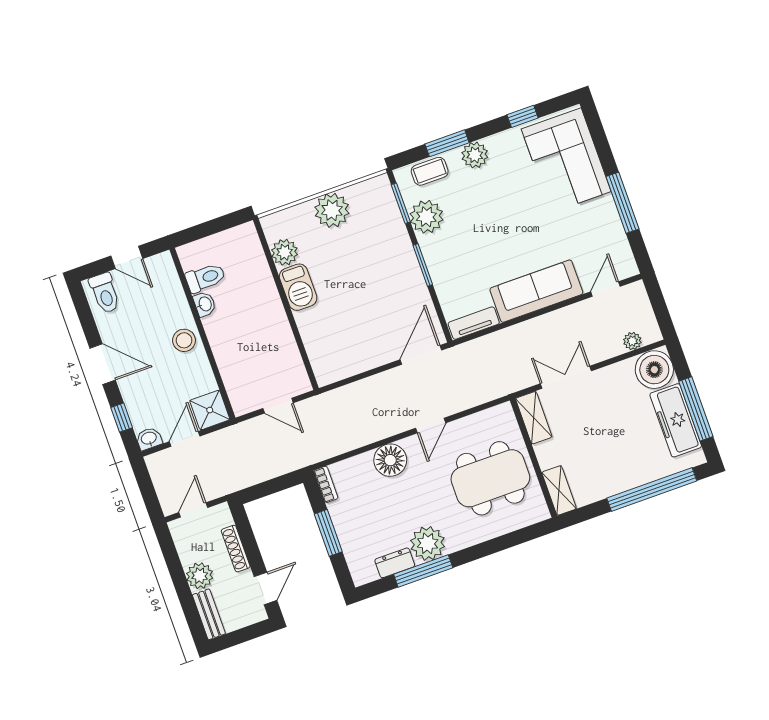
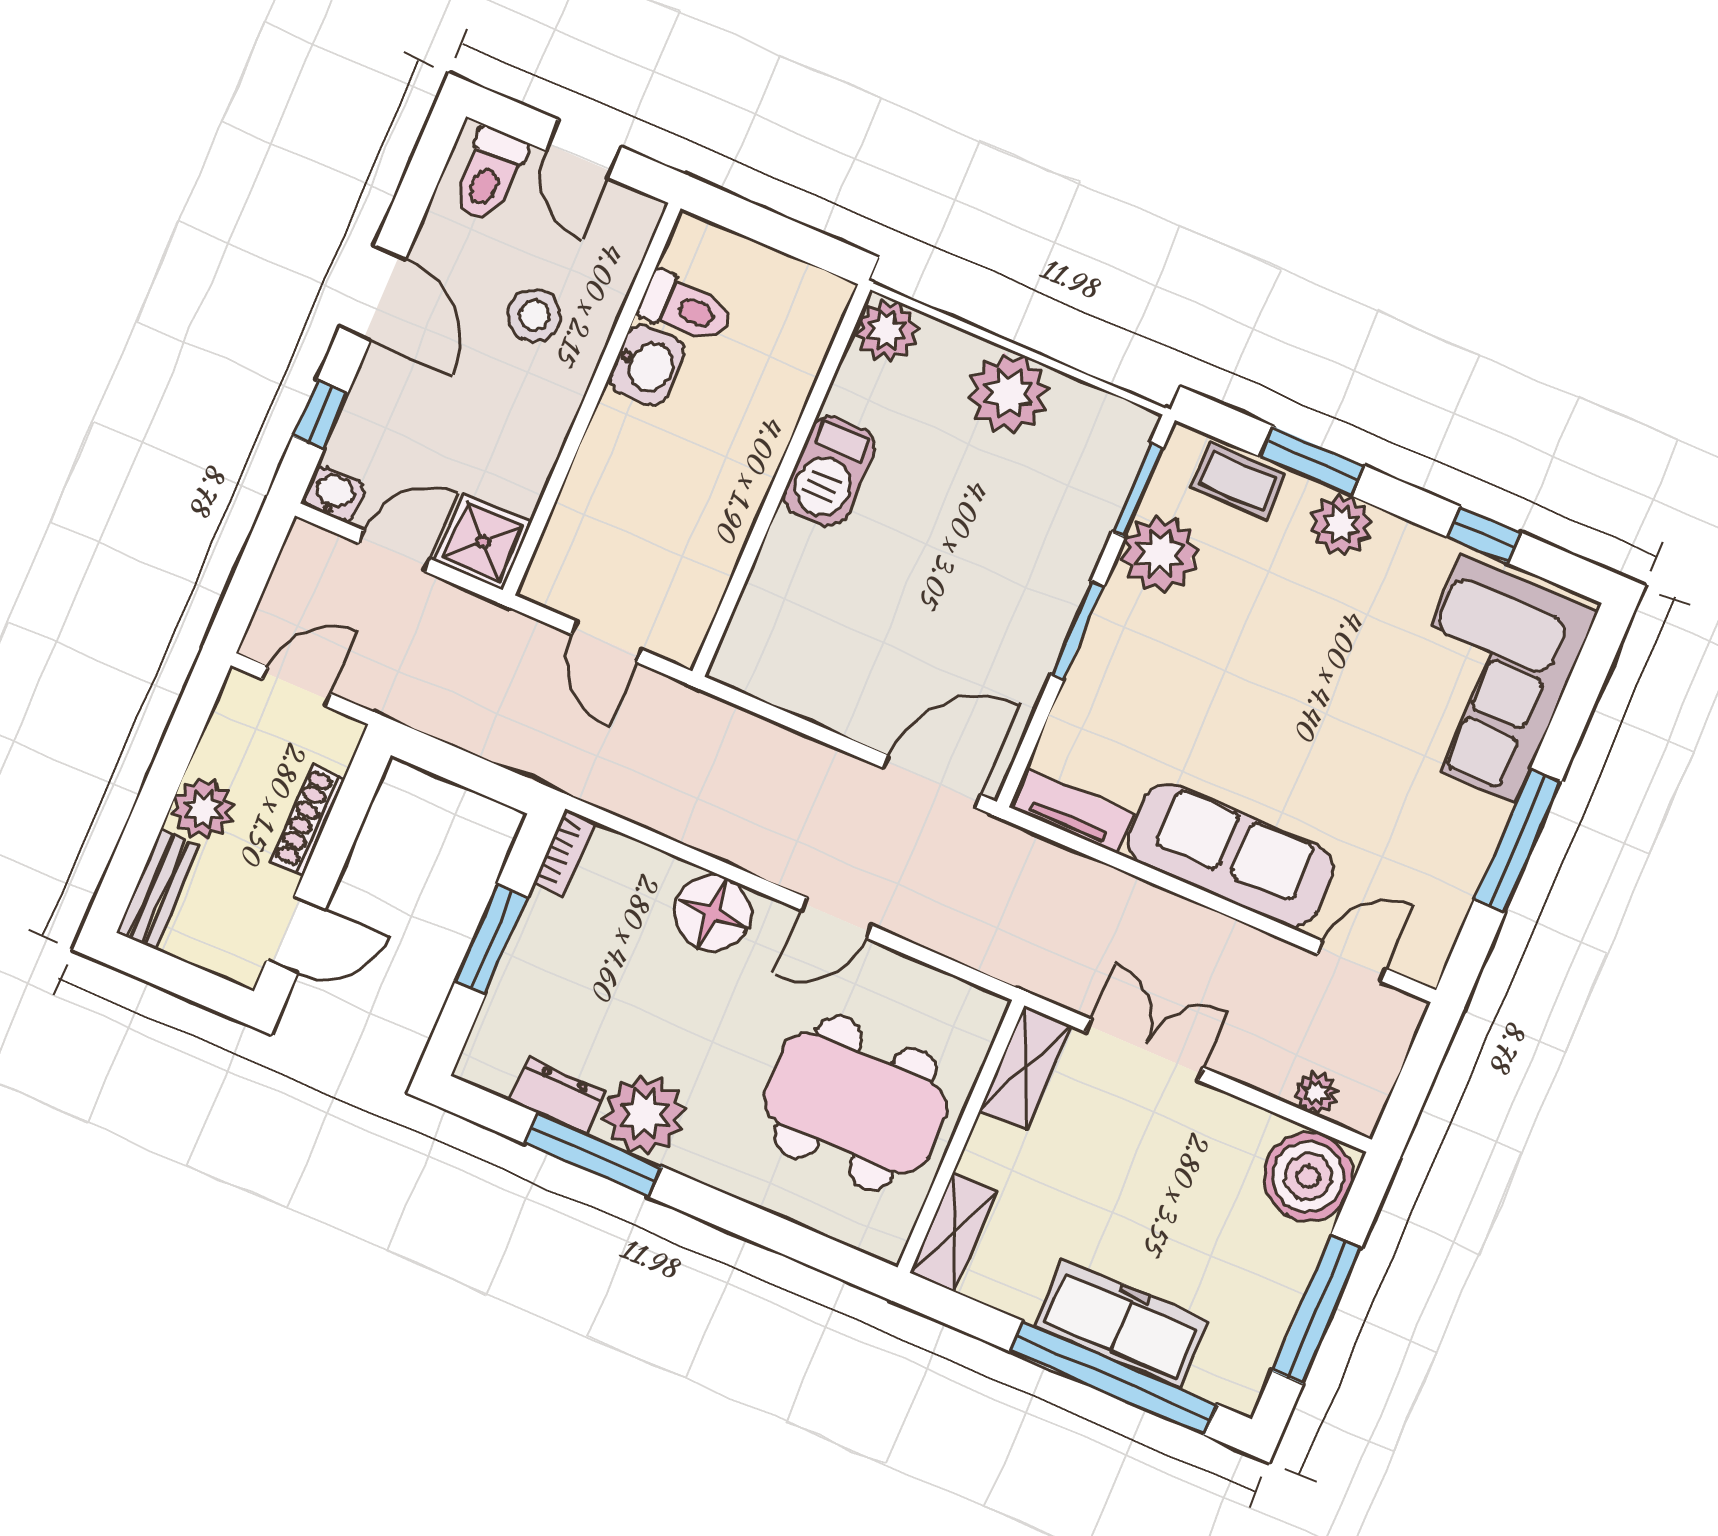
plant: (285, 252) -> (887, 330), moved
washbasin: (205, 304) -> (647, 365), width x1.38, depth x1.45
stool: (184, 340) -> (534, 315), moved
freezer: (676, 420) -> (1122, 1324), moved, turned 90

